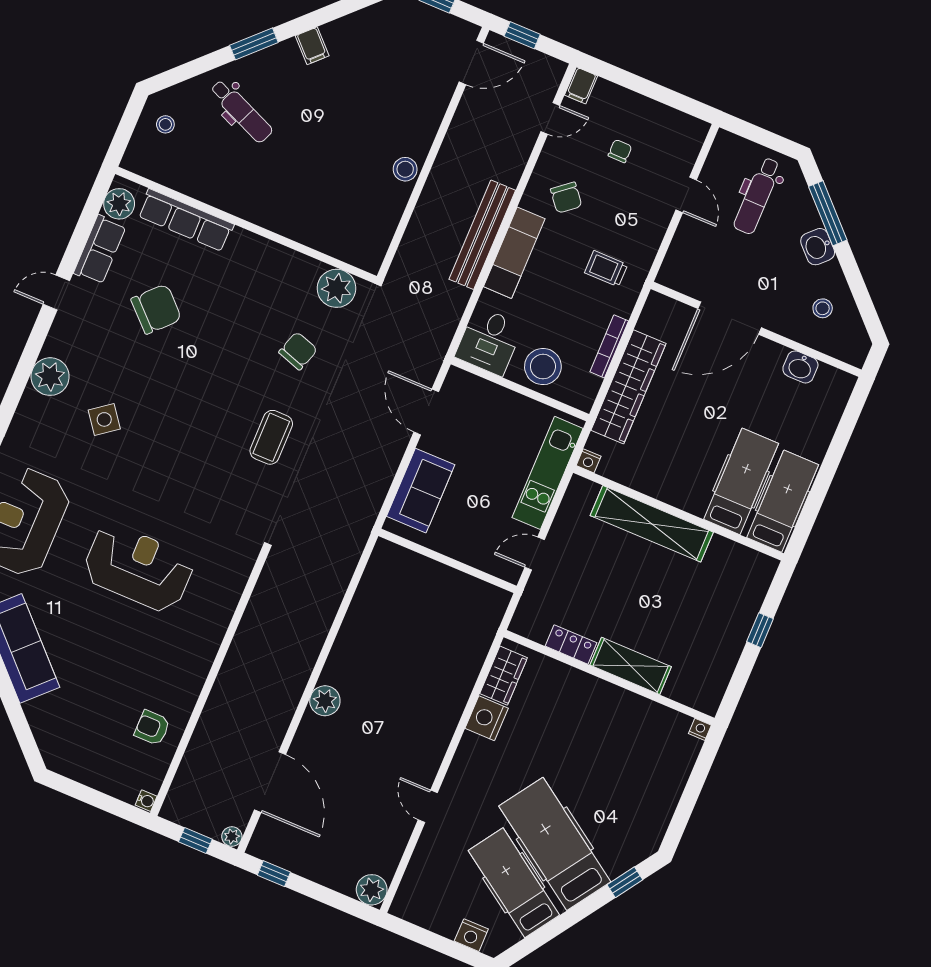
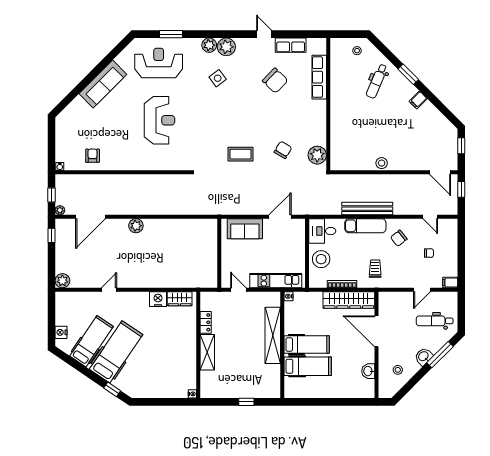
filing cabinet: (581, 85) -> (450, 282), moved
plant: (119, 204) -> (209, 45), moved
chair: (298, 351) -> (283, 150), turned -77
wardrobe: (628, 387) -> (349, 300), moved
hospital bed: (783, 501) -> (307, 345), moved

